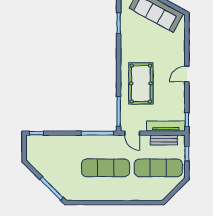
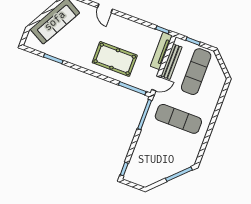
door: (187, 74) -> (105, 8), moved
bench: (164, 140) -> (171, 62), width x1.36
exercise mat: (105, 168) -> (178, 119), turned 90

